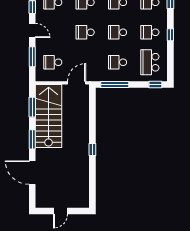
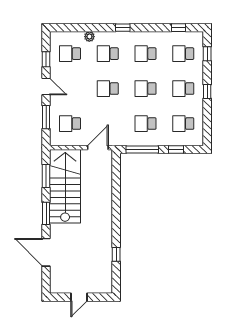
school desk: (150, 62) -> (183, 124), width x0.54
window: (155, 84) -> (176, 149), moved
window: (92, 149) -> (116, 254), moved

